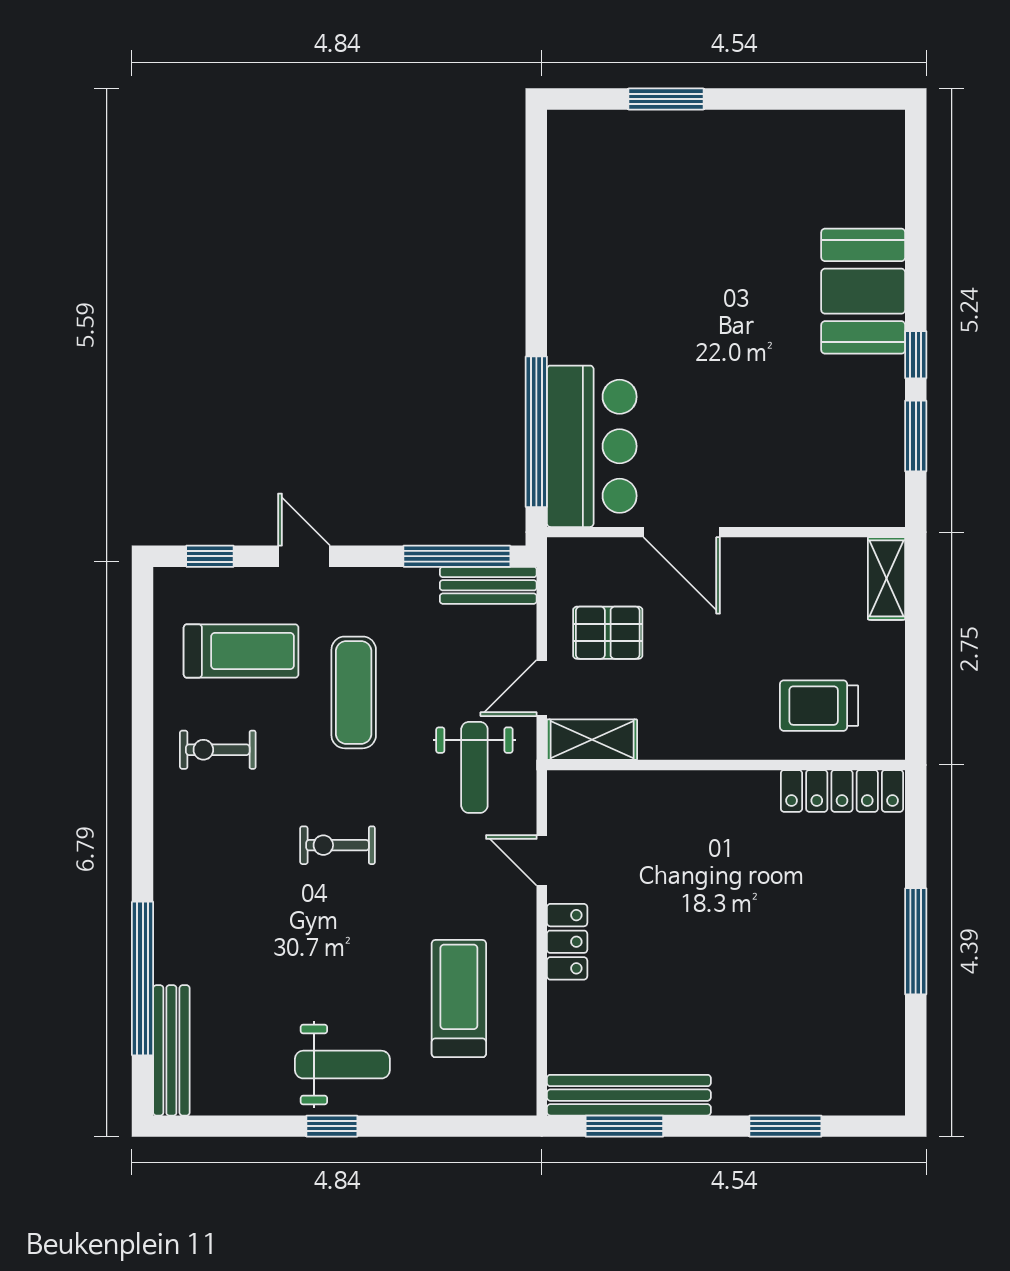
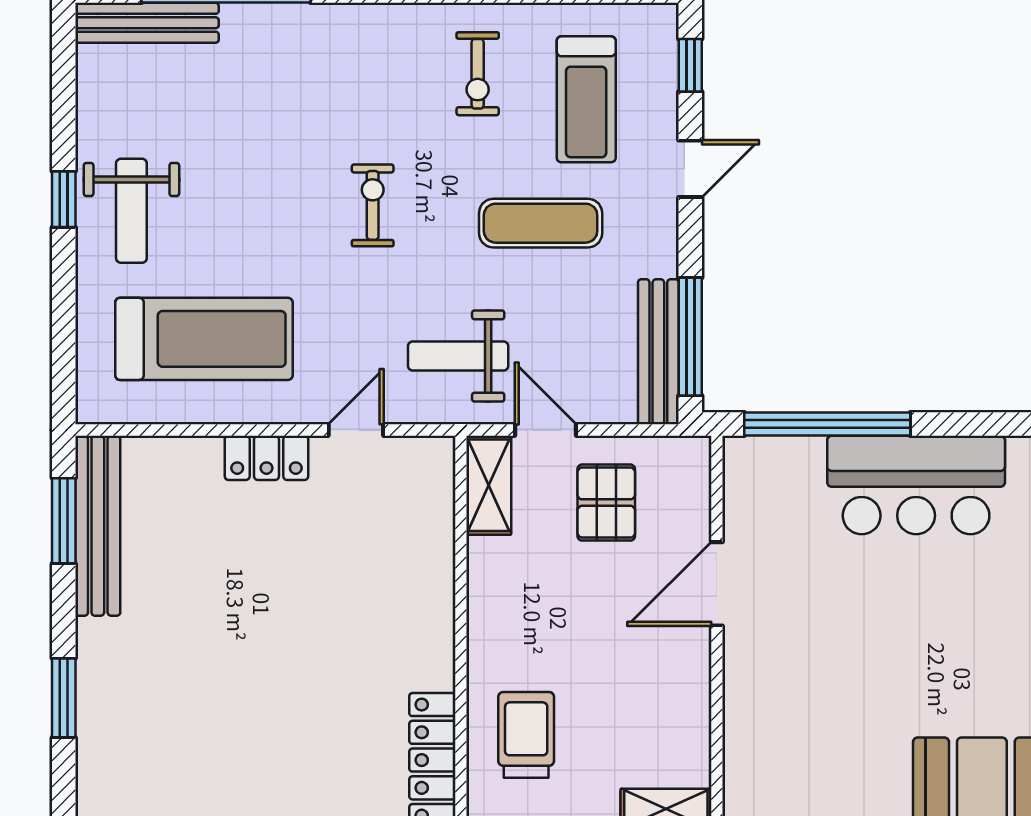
bar counter: (592, 446) -> (916, 485), moved
bench: (488, 585) -> (658, 352), width x1.36
exercise bike: (218, 750) -> (478, 74), turned 180
treadmill: (459, 999) -> (204, 339), width x1.37, depth x1.38

